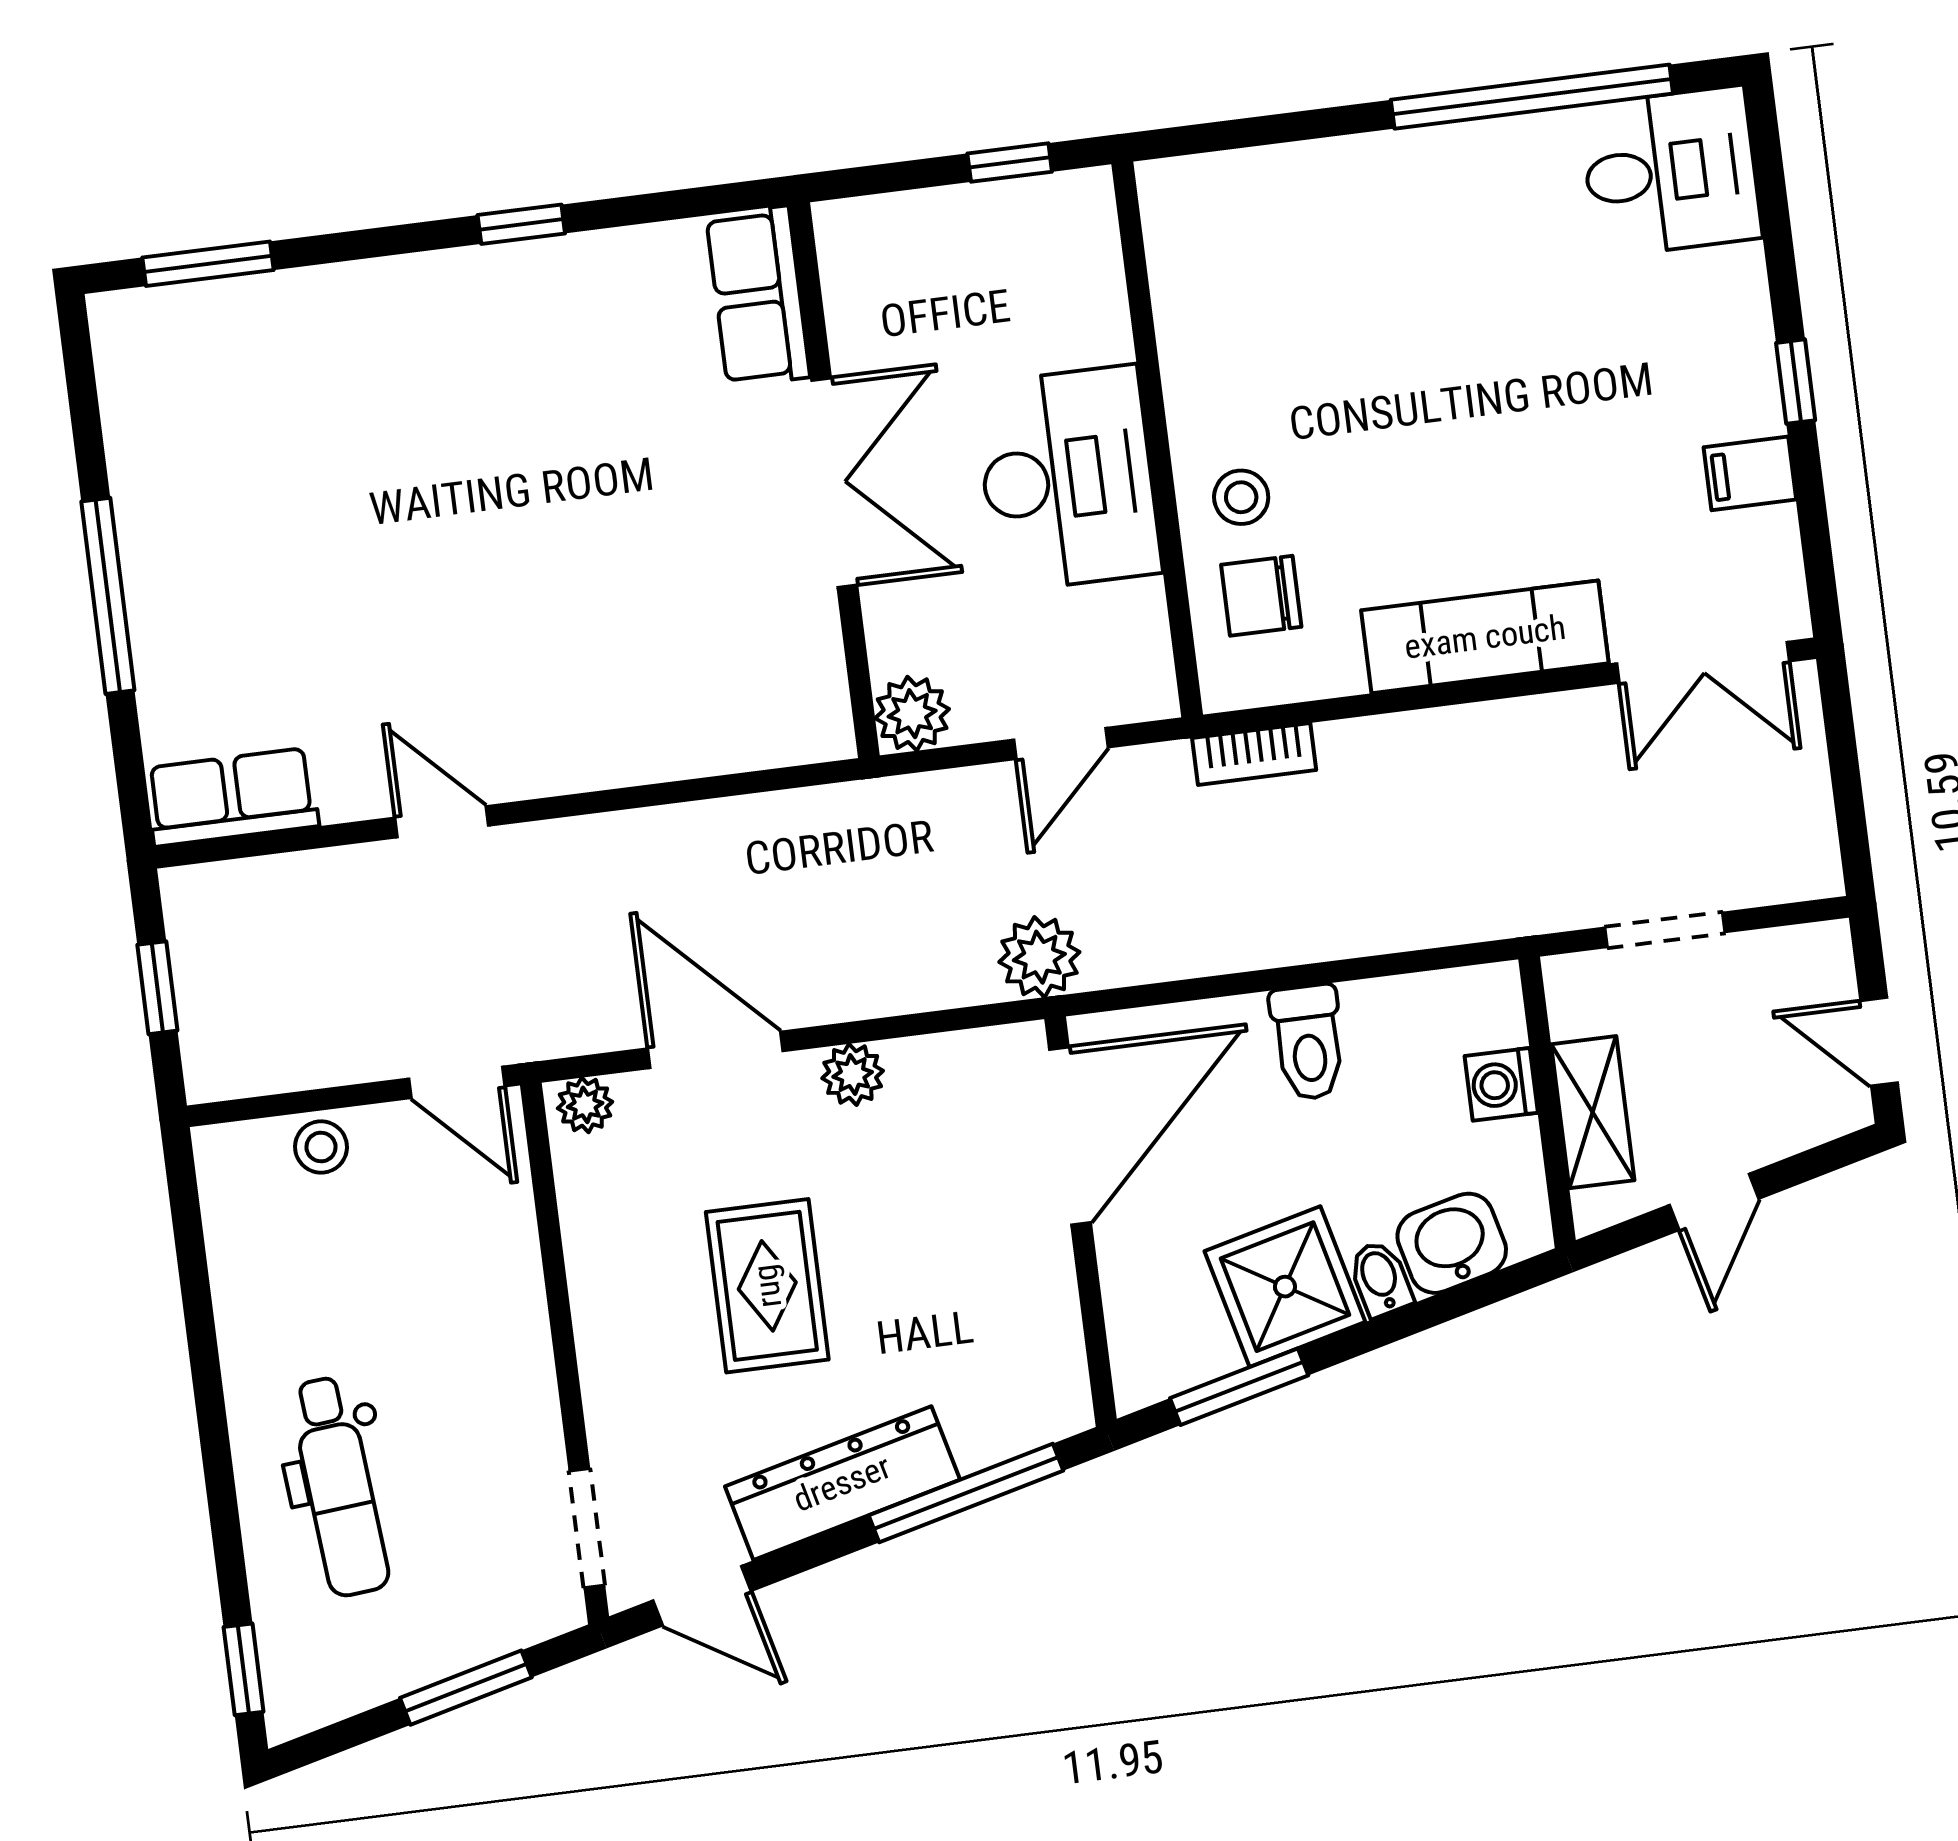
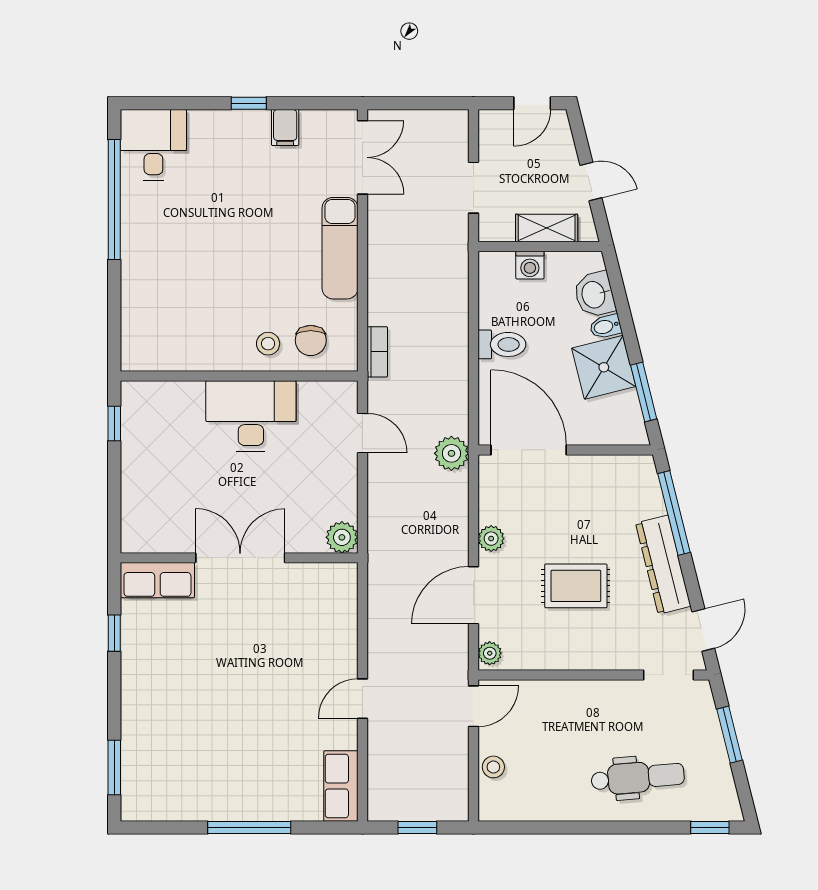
row of seats: (758, 296) -> (157, 580), moved
wall: (834, 480) -> (239, 558), moved
double door: (834, 483) -> (240, 558), moved
plant: (912, 714) -> (342, 537), moved

